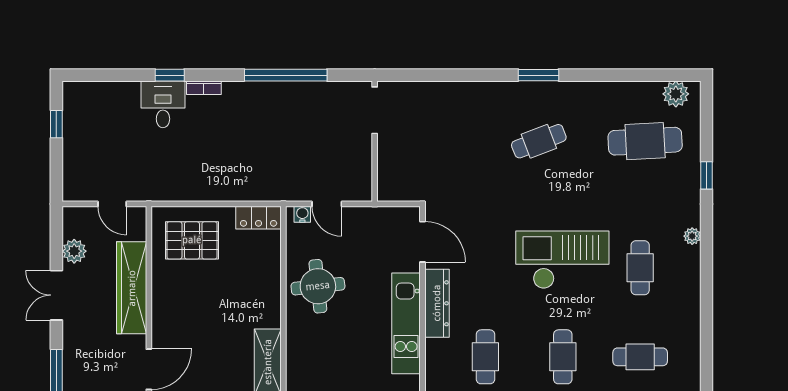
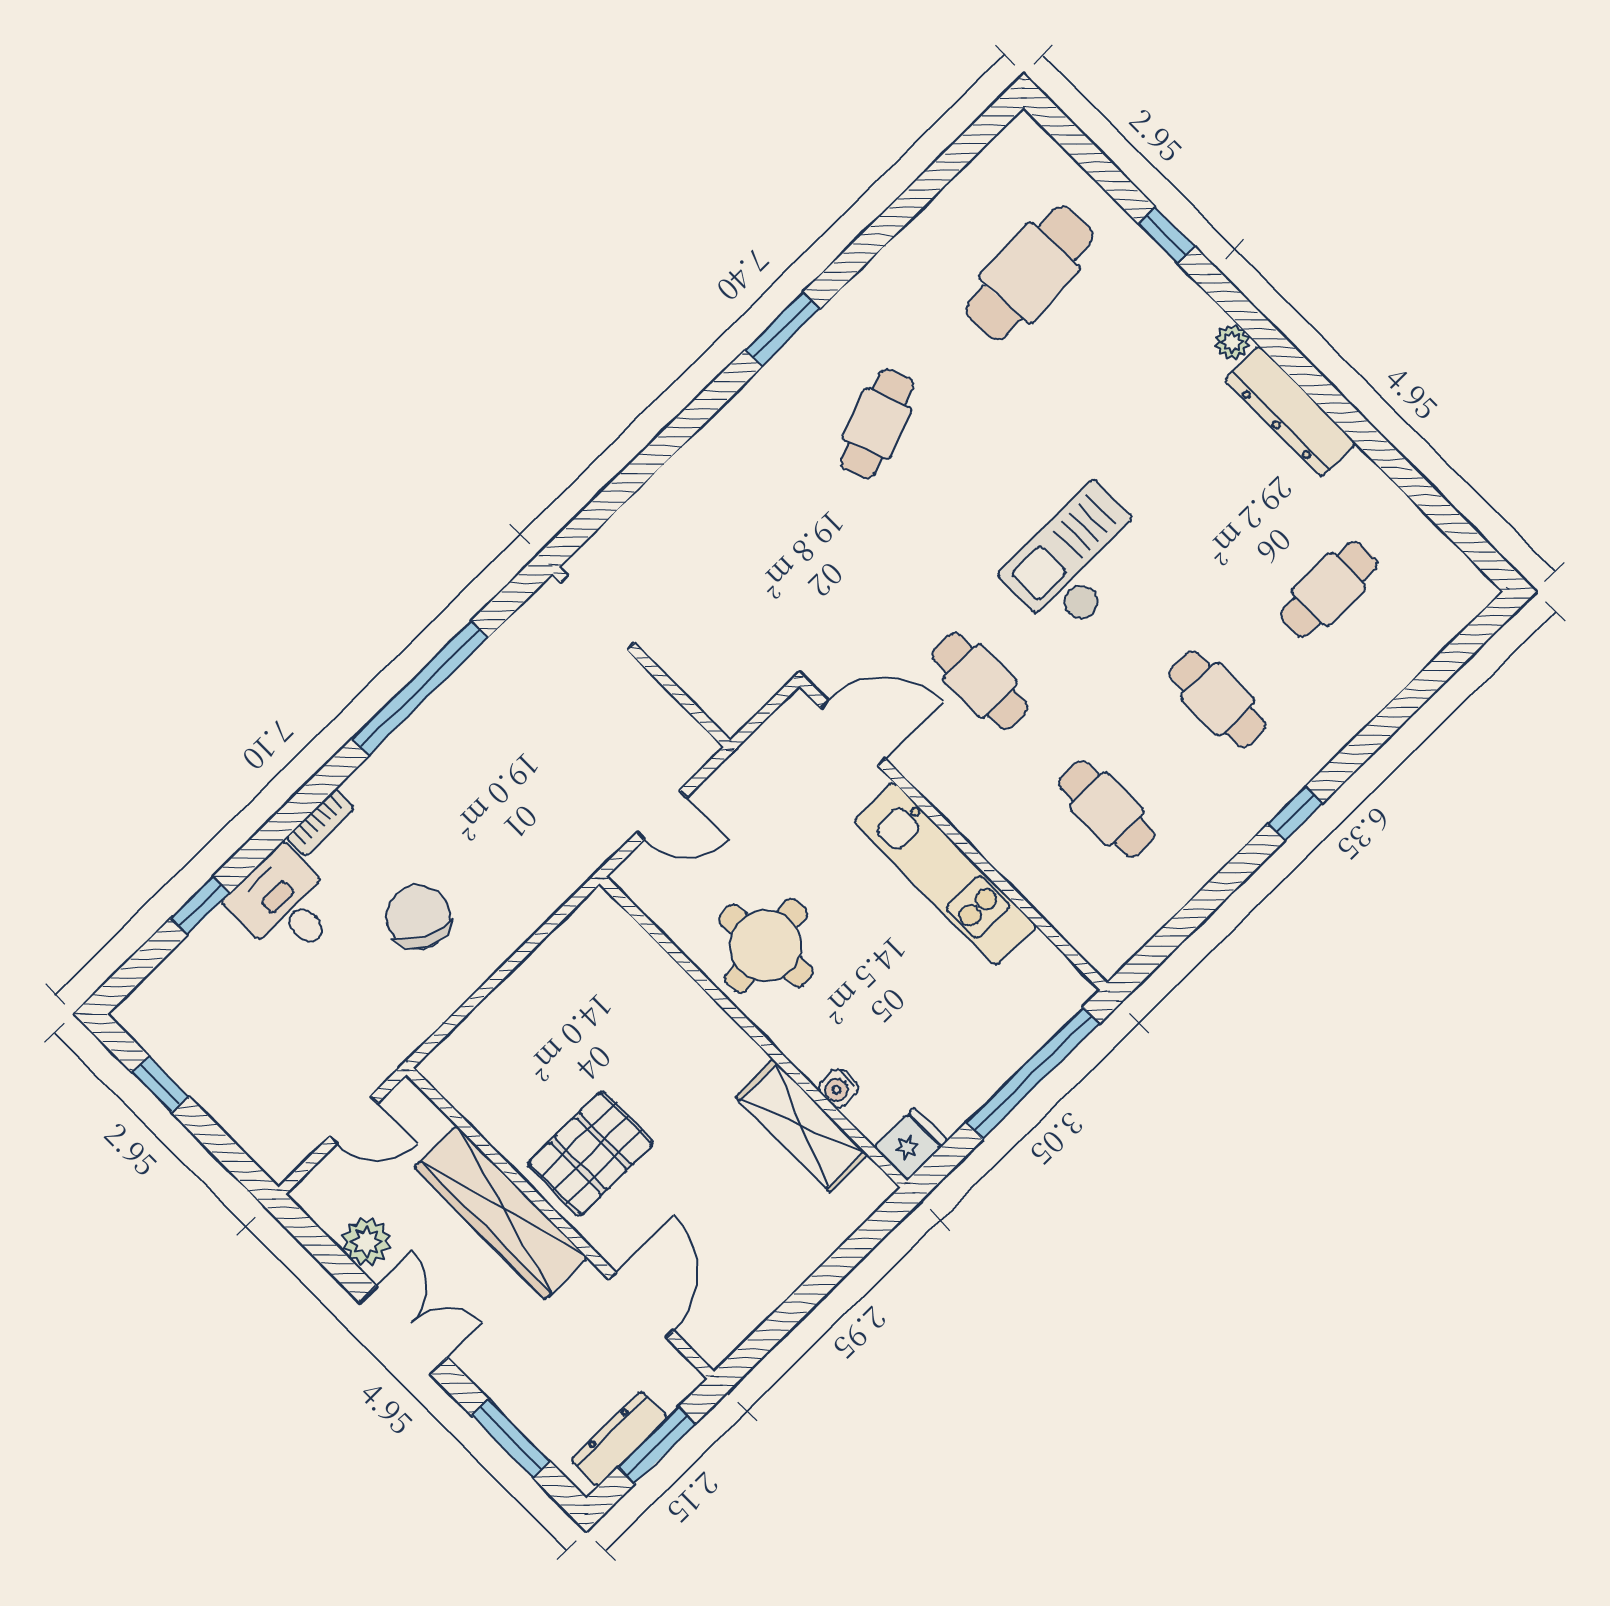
window: (170, 75) -> (200, 906), moved
plant: (676, 94) -> (1006, 161), removed
chair: (206, 155) -> (419, 917), added
water cooler: (302, 214) -> (838, 1088), moved, turned -90
locker: (259, 218) -> (583, 932), removed
pallet: (192, 240) -> (591, 1153), moved
checkout: (562, 260) -> (1079, 561), width x0.73, depth x0.83
cafe table: (640, 268) -> (980, 681), moved
double door: (56, 295) -> (403, 1330), swing flipped
dresser: (437, 303) -> (1290, 411), moved, turned 180

